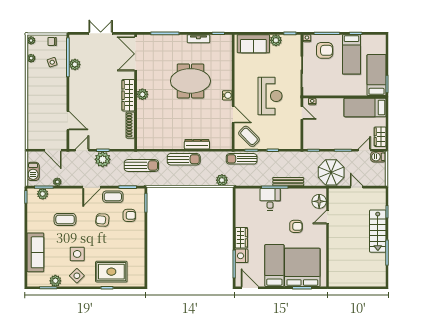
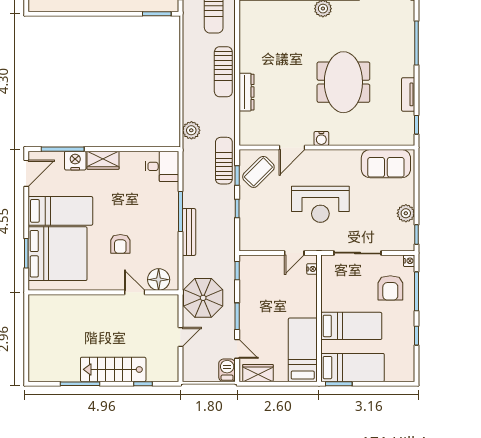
sofa: (253, 44) -> (386, 164), moved, turned -90
bed: (351, 54) -> (351, 326), moved, turned 180
desk: (270, 199) -> (162, 166), moved

